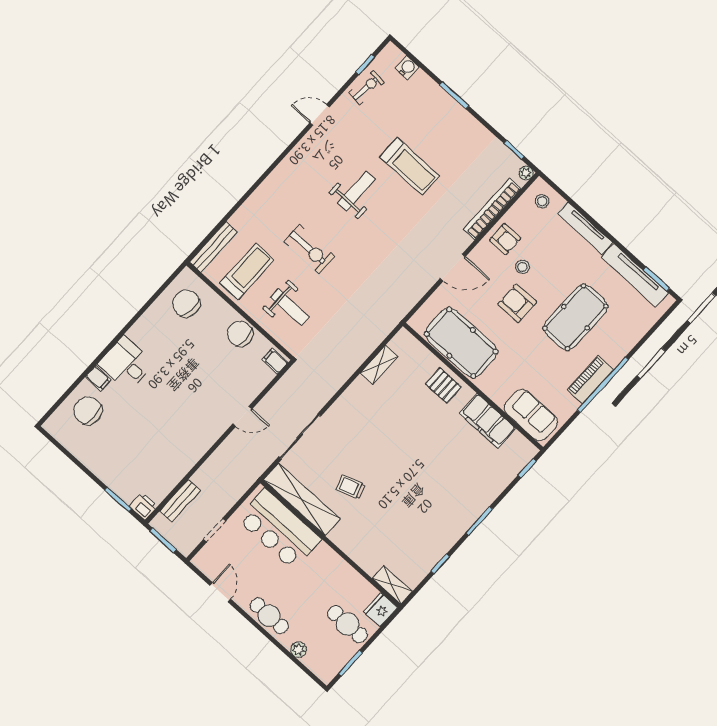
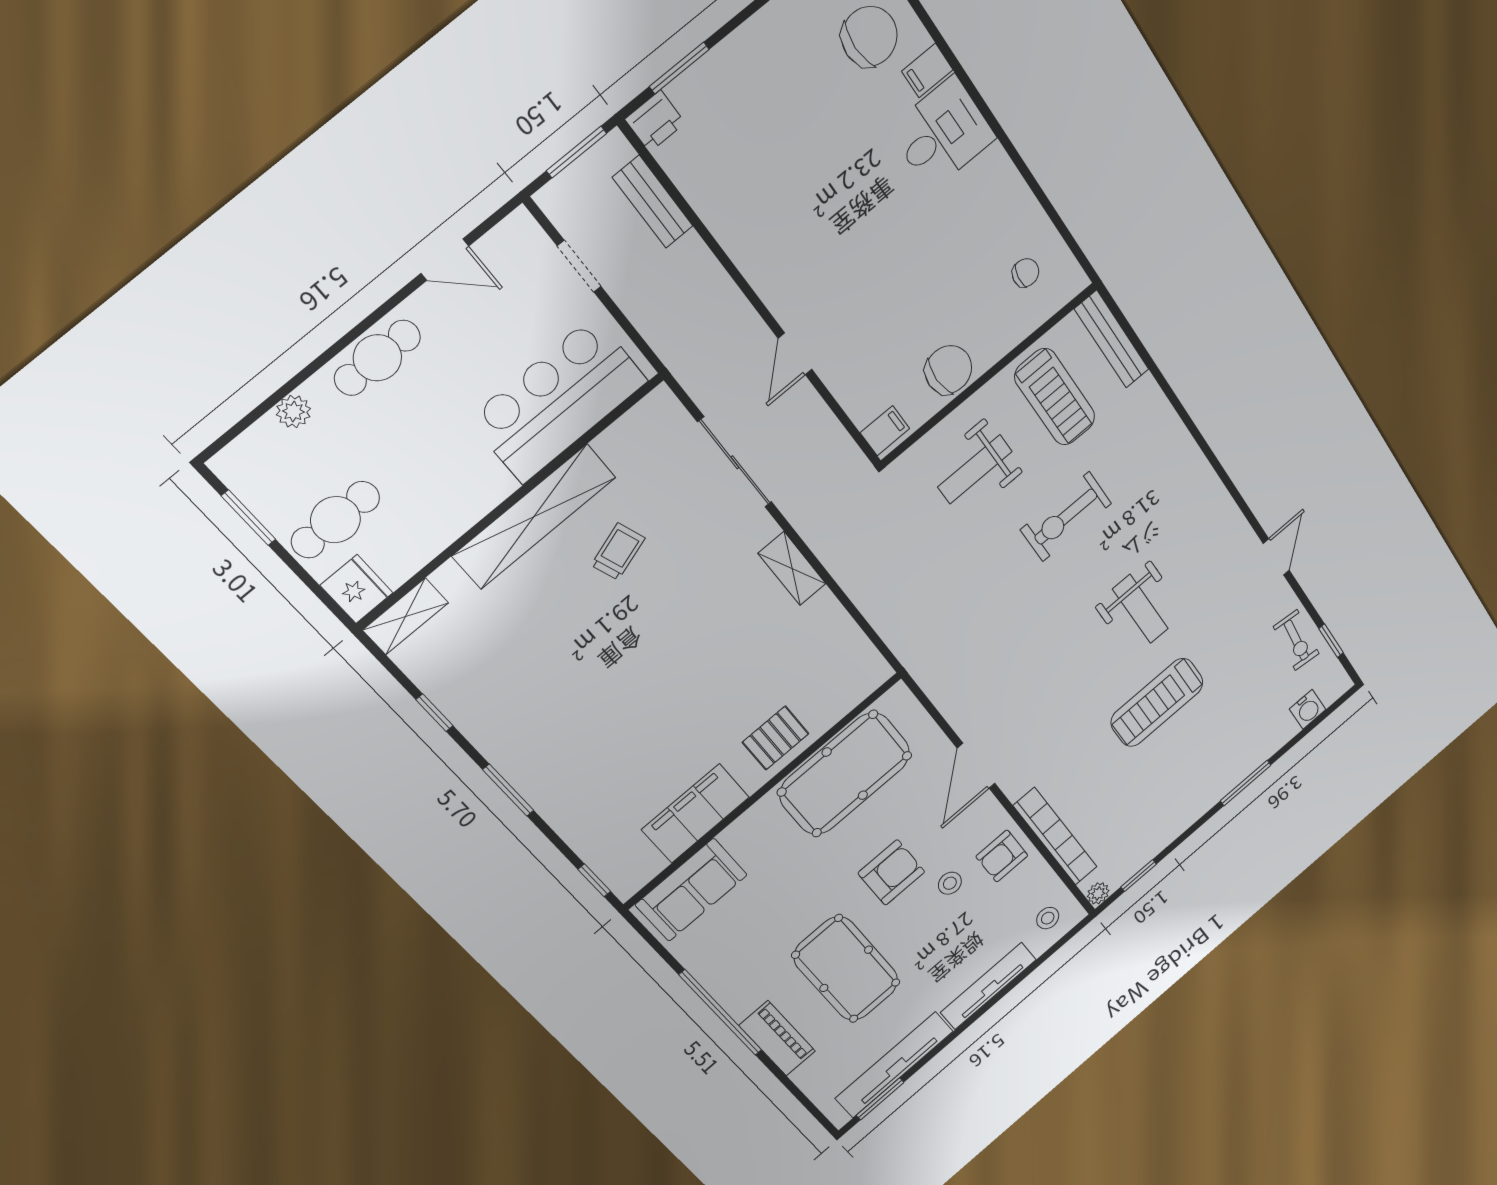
chair: (186, 303) -> (1026, 273), width x0.54, depth x0.54
shelving: (379, 365) -> (792, 569), moved
piano: (590, 380) -> (777, 1038), moved
shelving: (302, 499) -> (534, 517), moved

